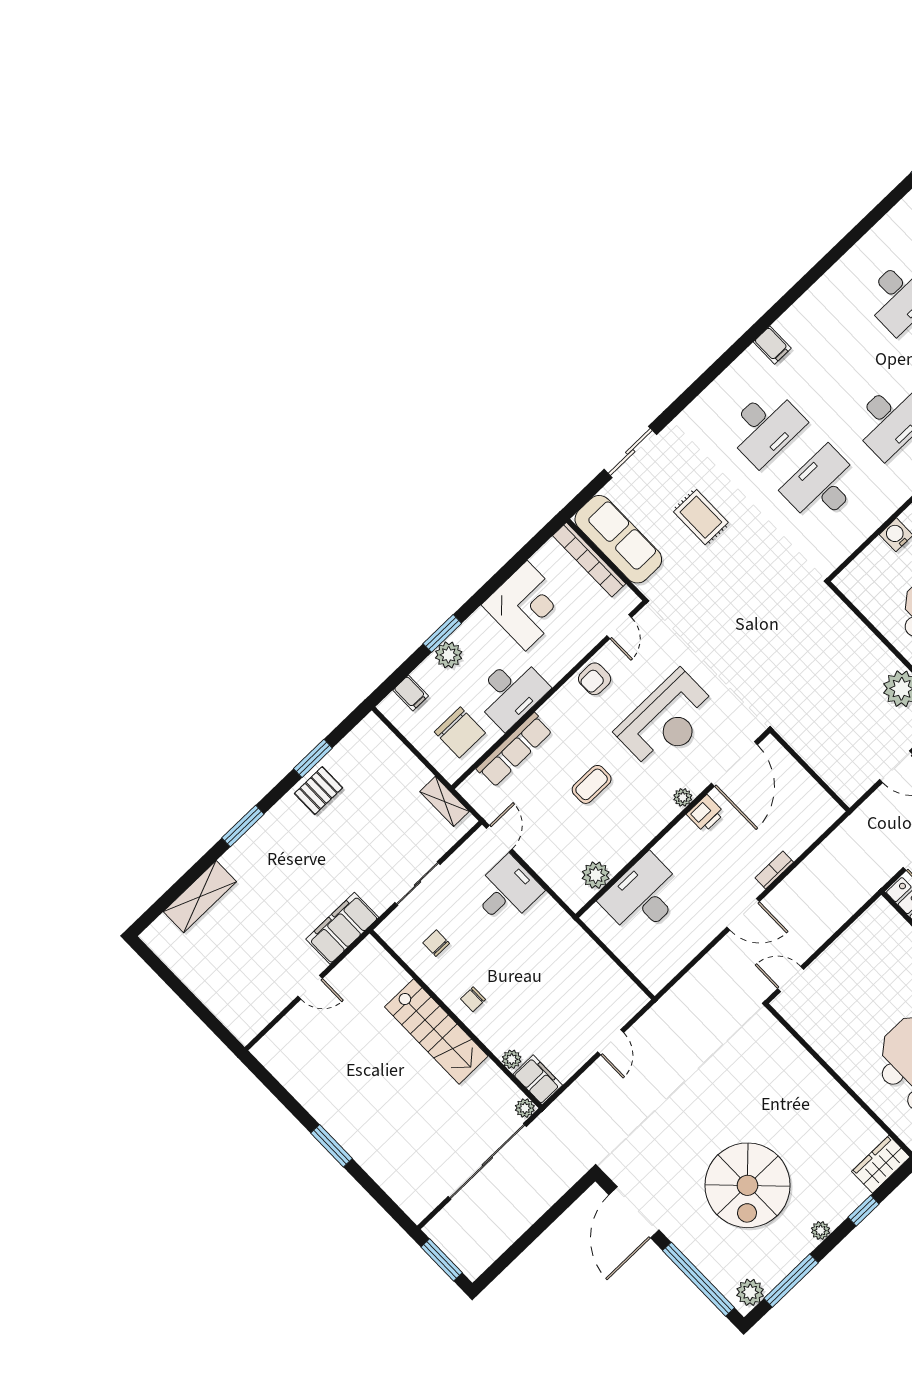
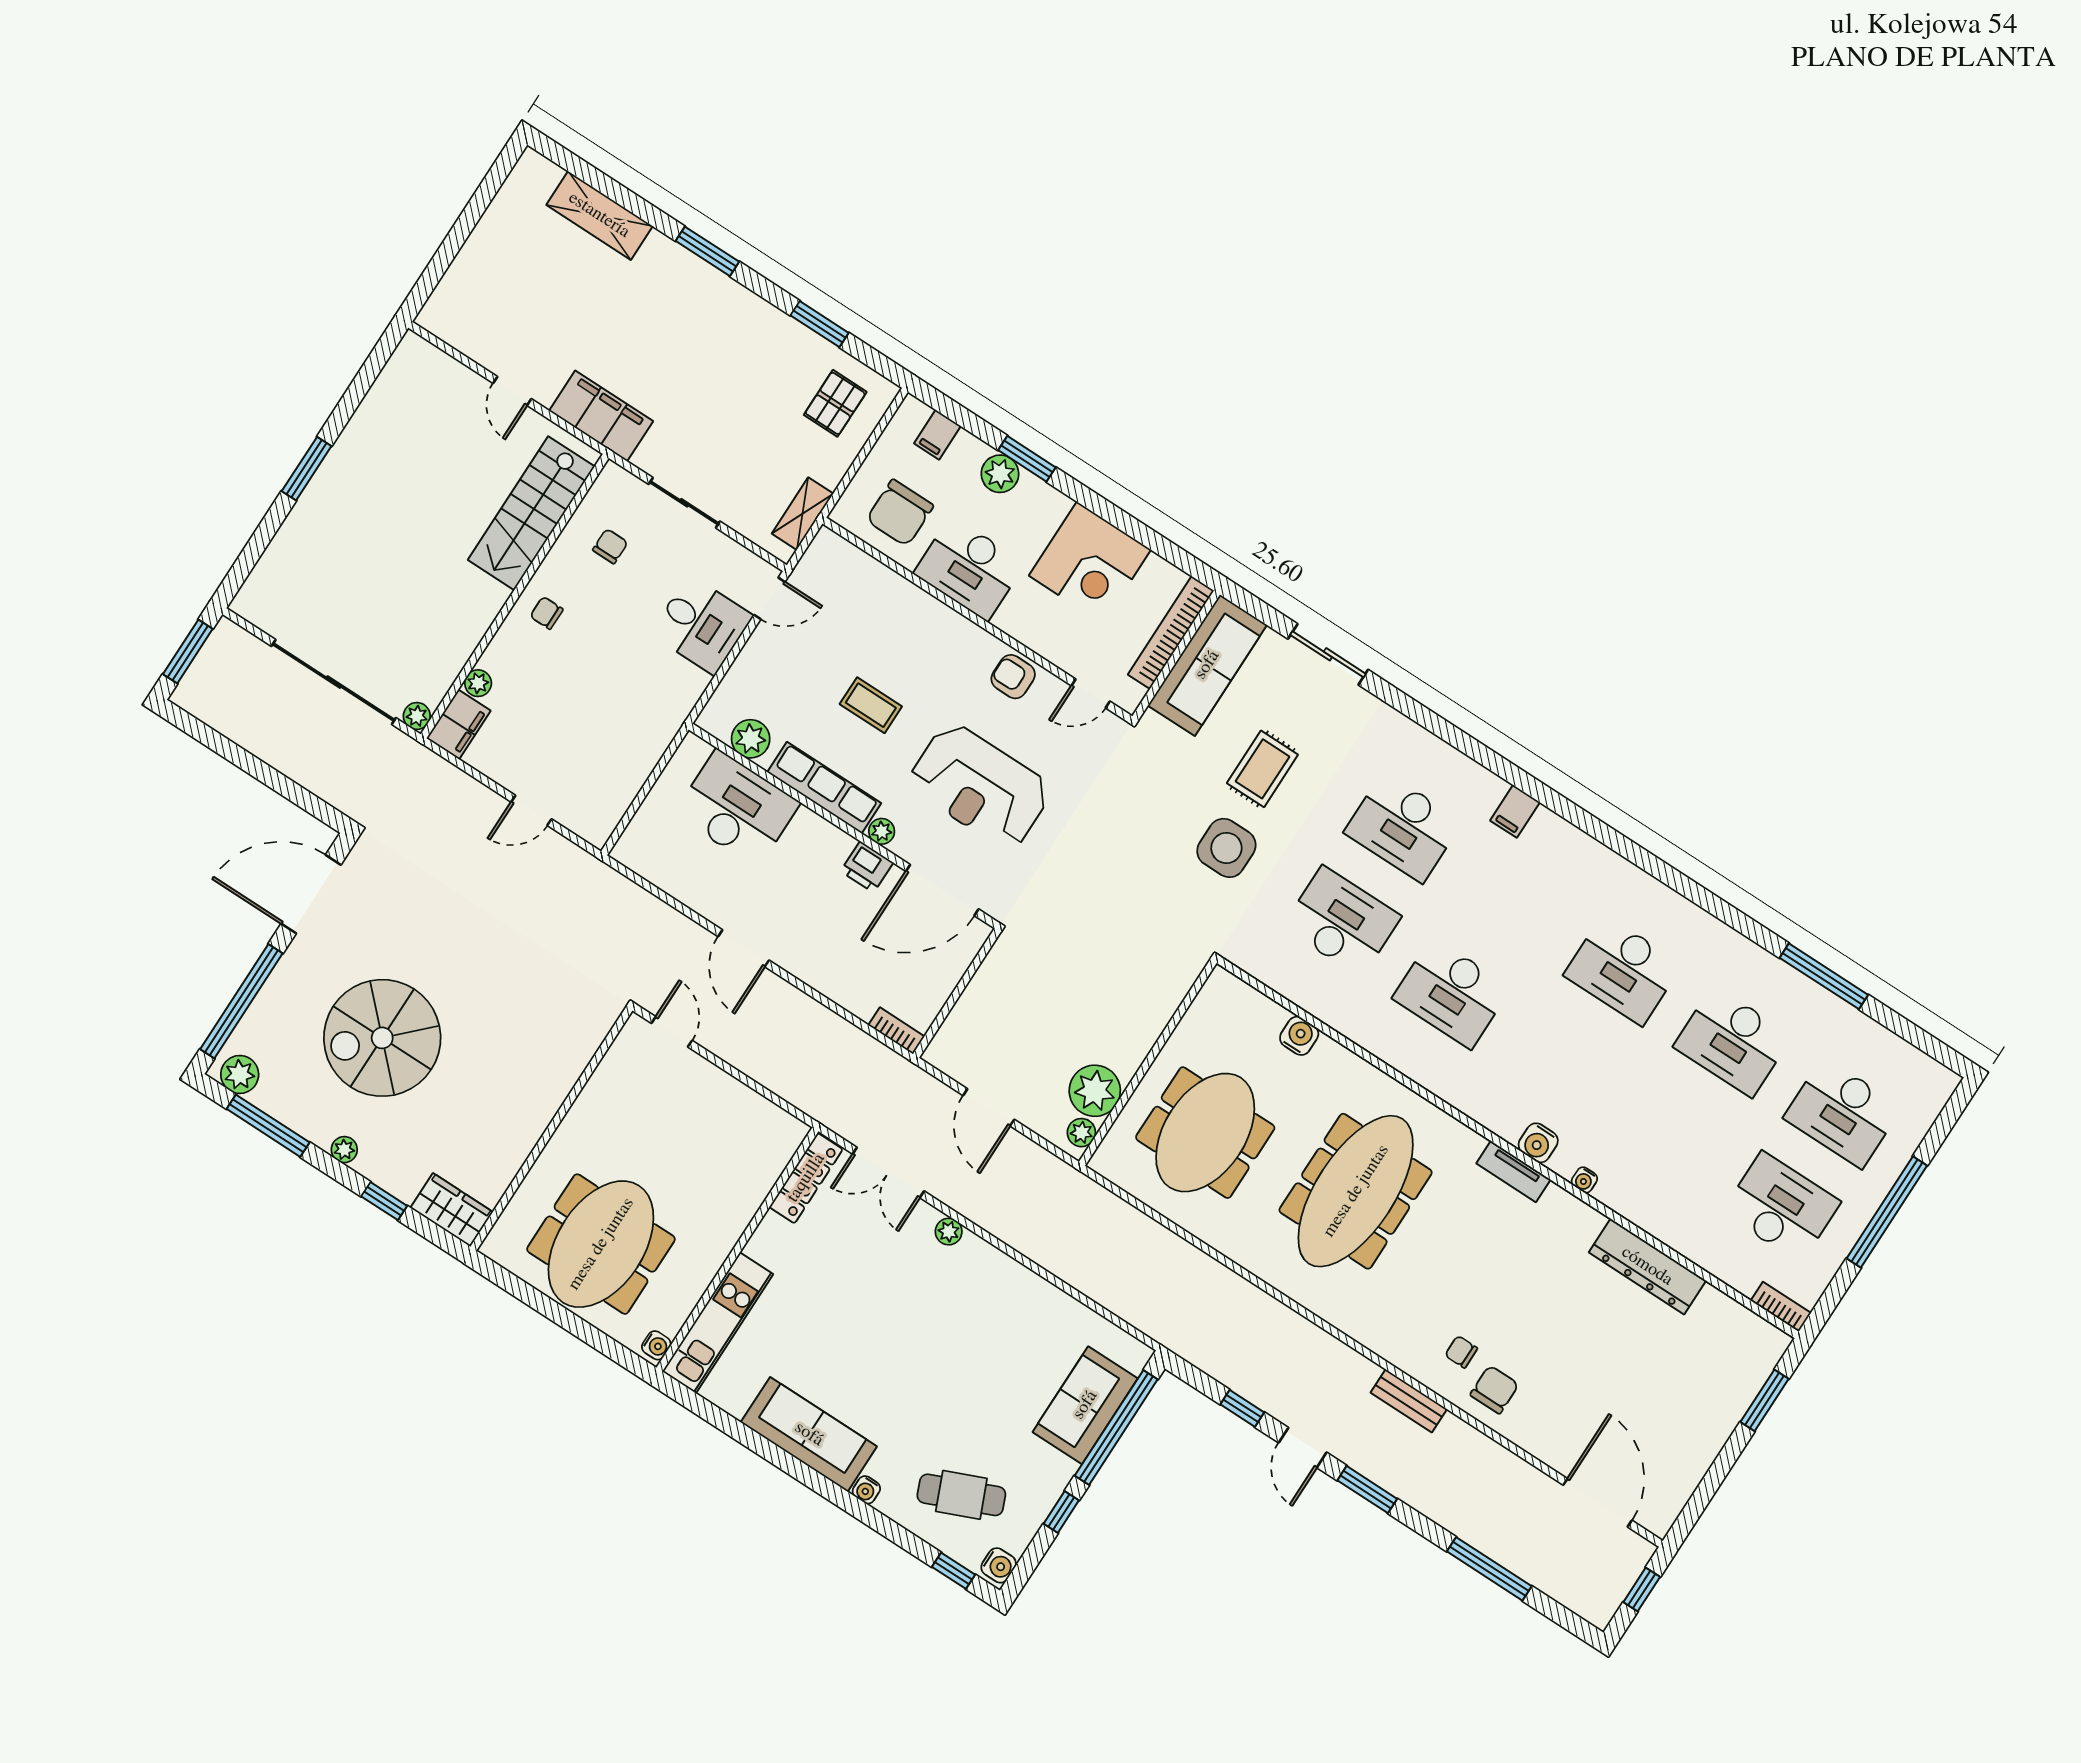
side table: (751, 556) -> (1226, 848), added
row of seats: (514, 750) -> (824, 788), moved, turned 180
pallet: (318, 791) -> (835, 403), moved, turned 90
bookcase: (774, 870) -> (896, 1031), moved
stairs: (436, 1031) -> (531, 513), moved

